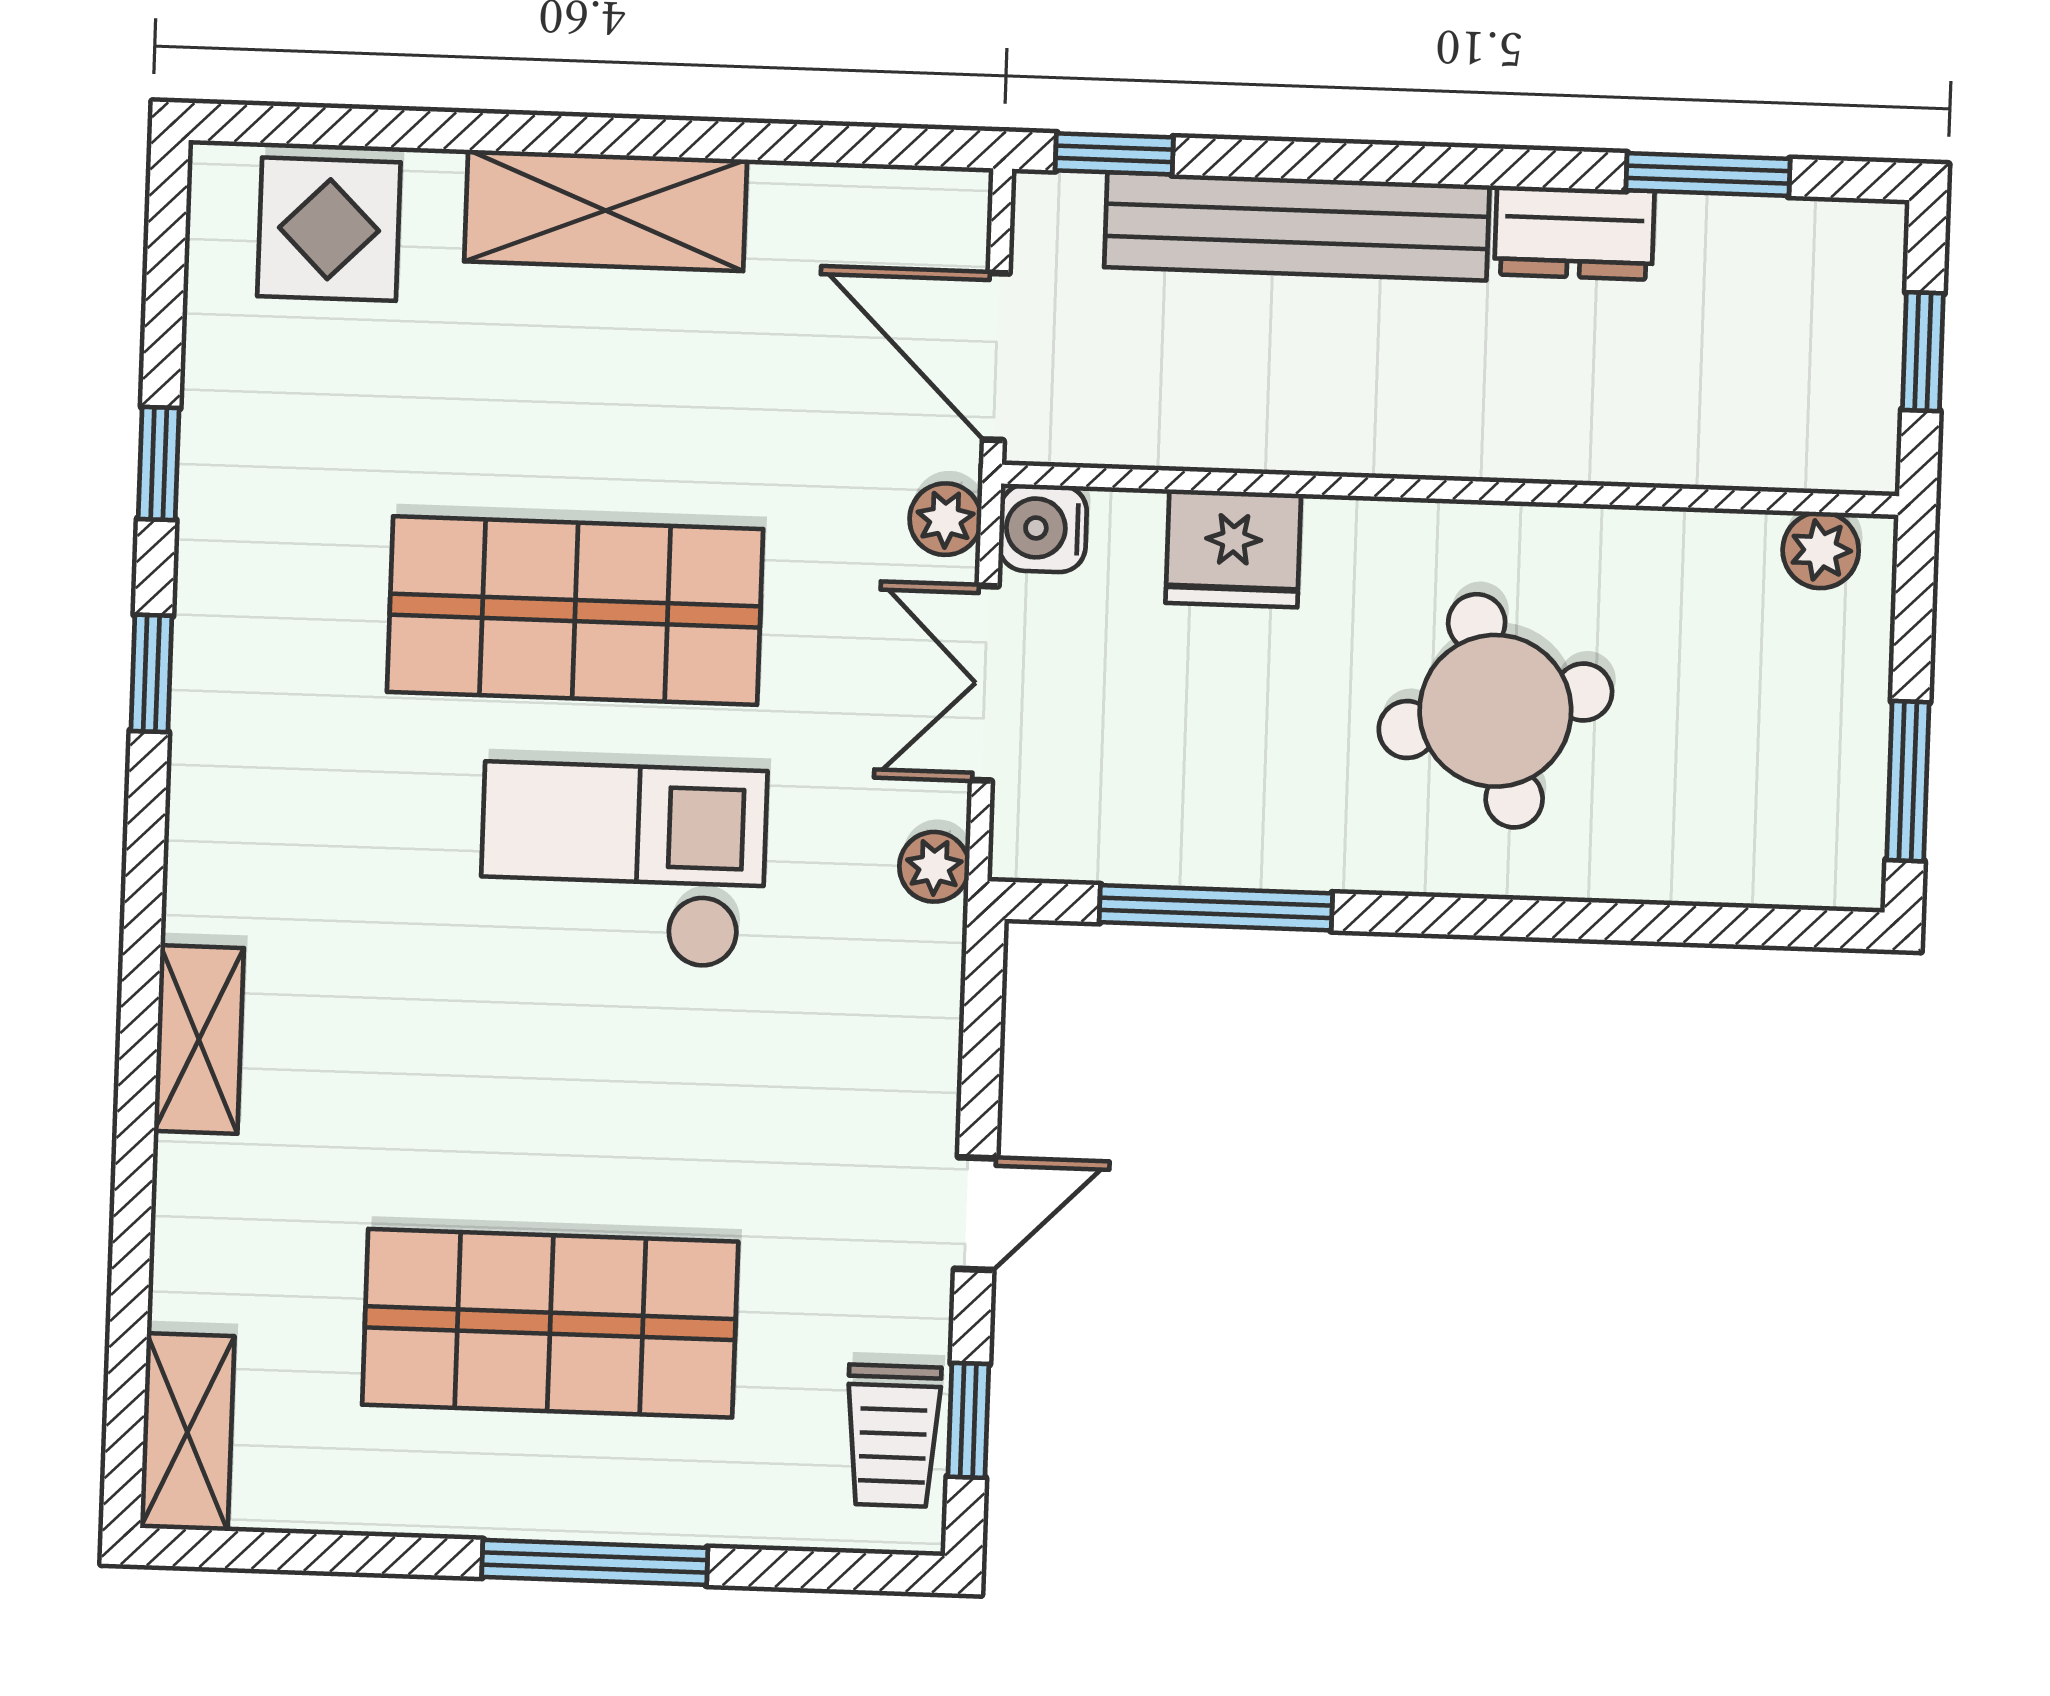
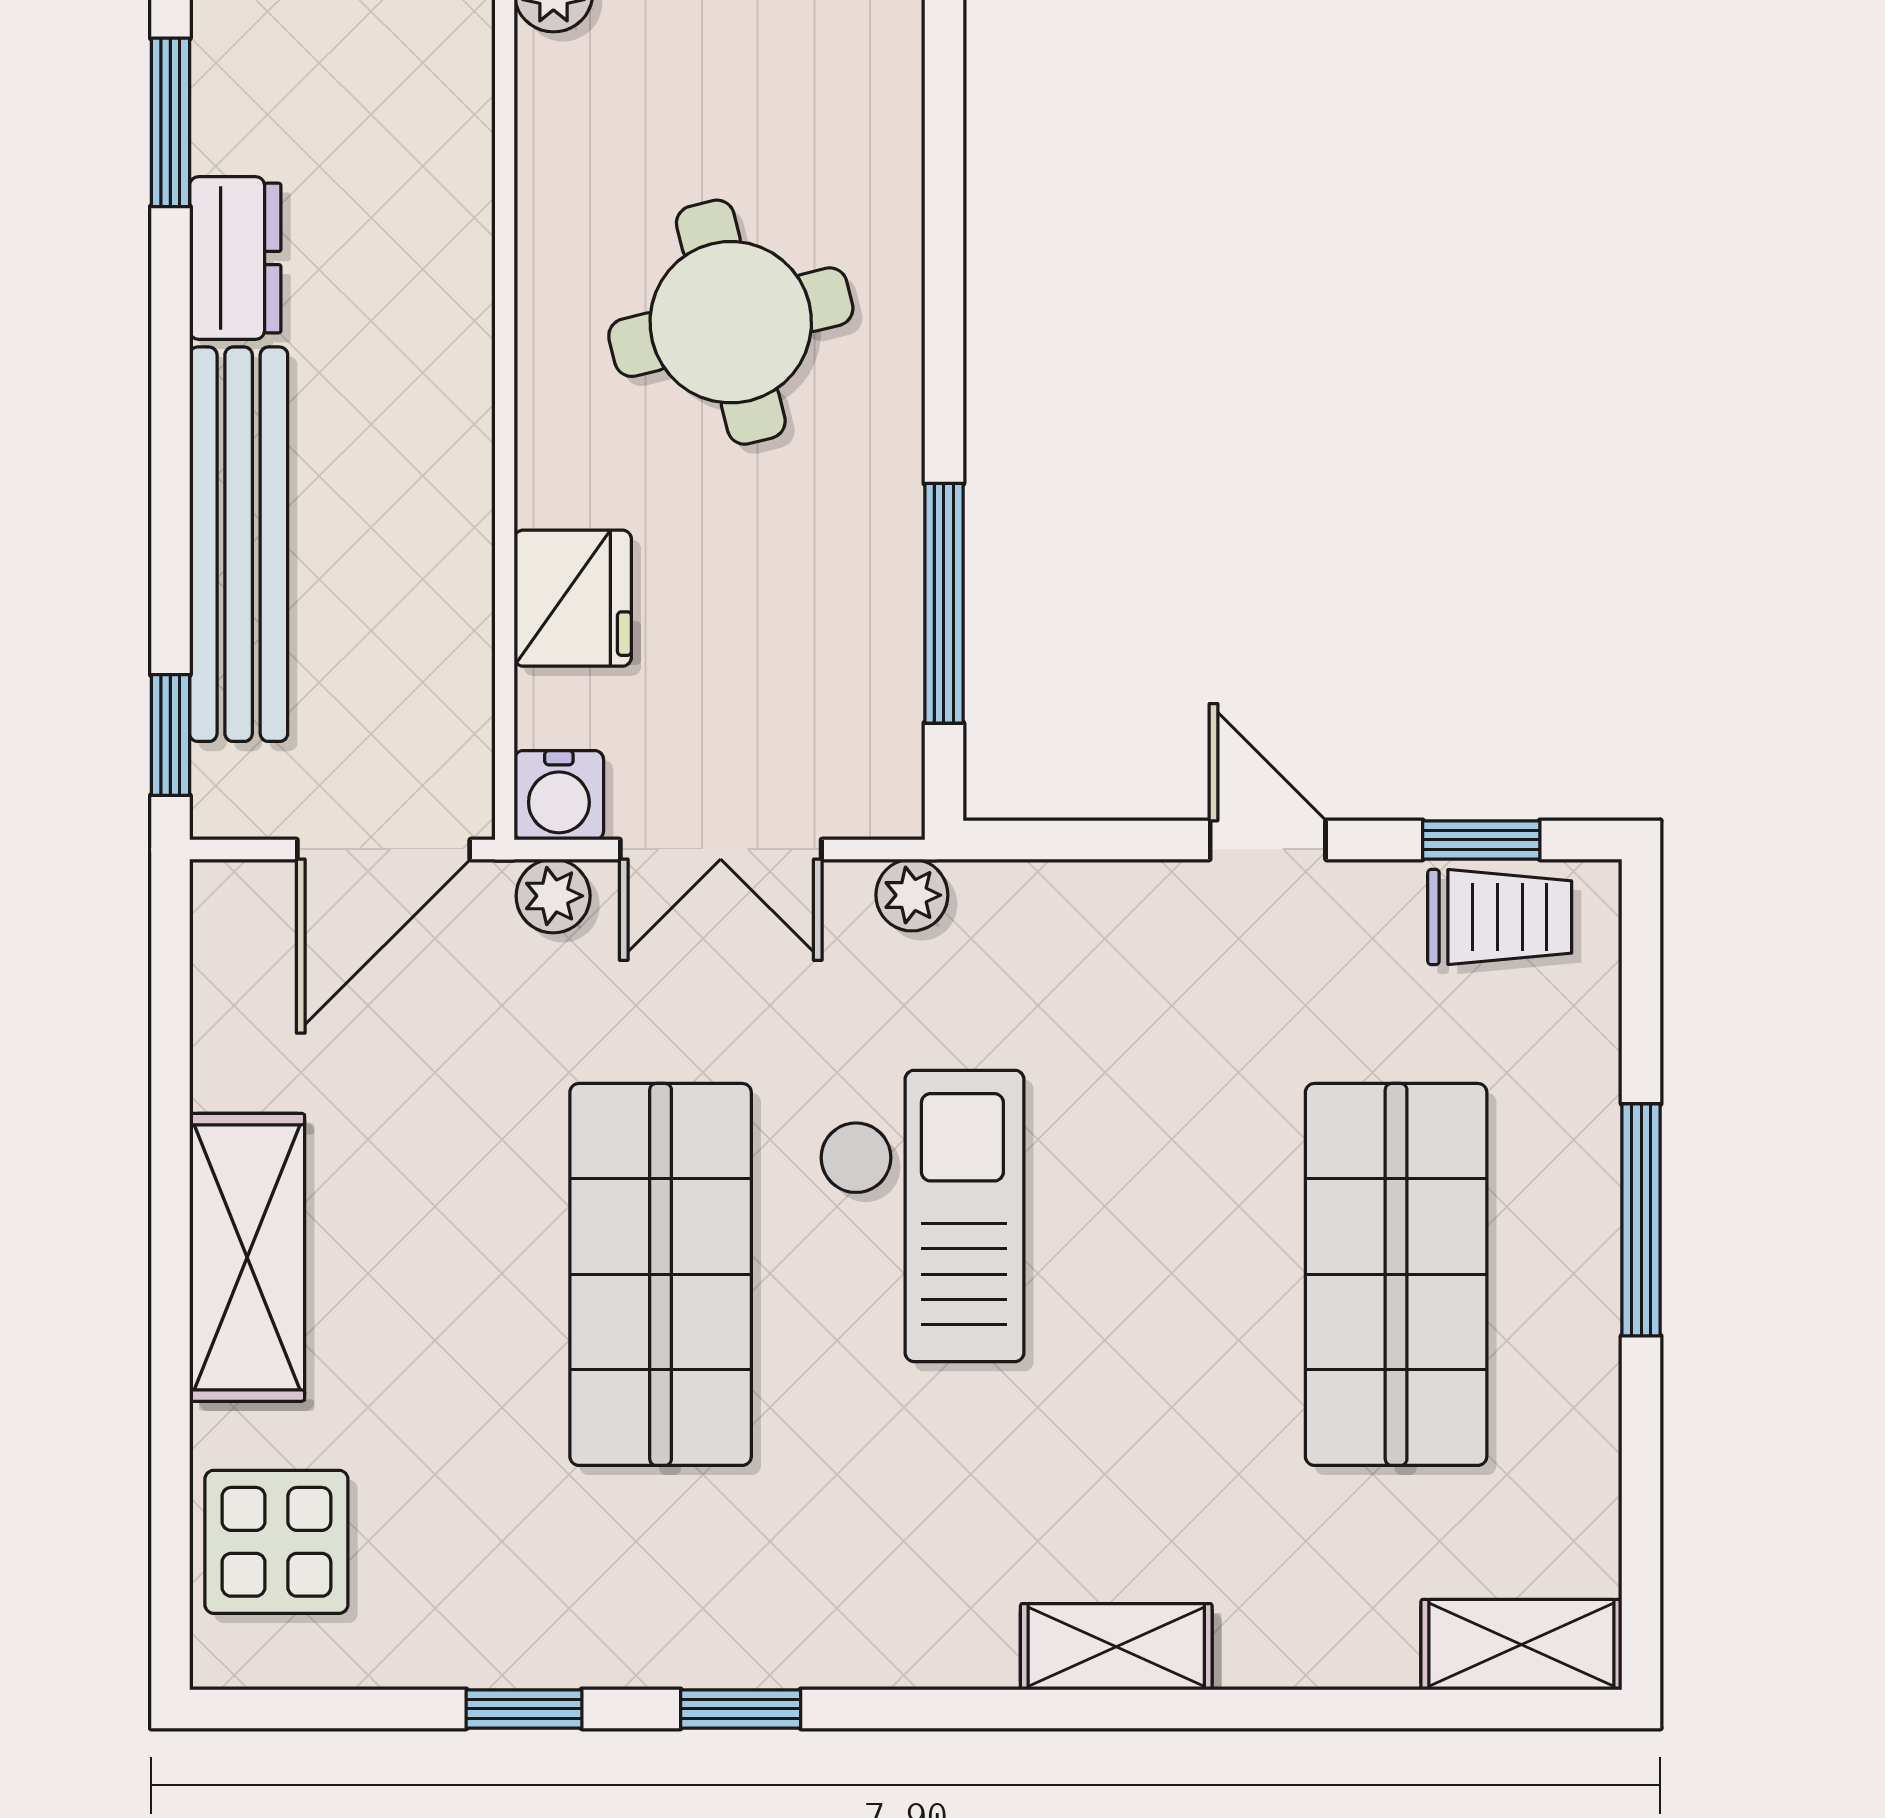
checkout: (623, 865) -> (921, 1216), turned 180

